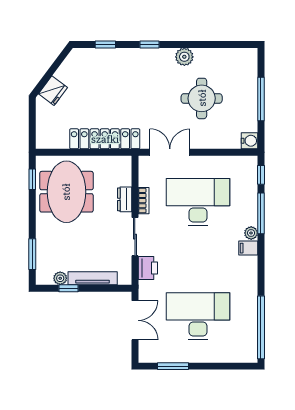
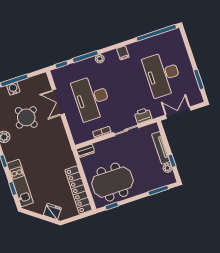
kitchen unit: (110, 58) -> (20, 183), added
round table: (202, 98) -> (26, 117), turned -30
locker: (105, 139) -> (78, 190), moved
water cooler: (249, 141) -> (13, 89), moved
double door: (170, 152) -> (58, 102), moved
dresser: (125, 199) -> (86, 151), moved
filing cabinet: (248, 248) -> (123, 53), moved

